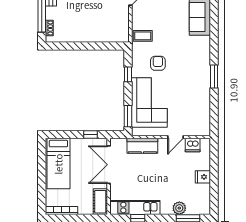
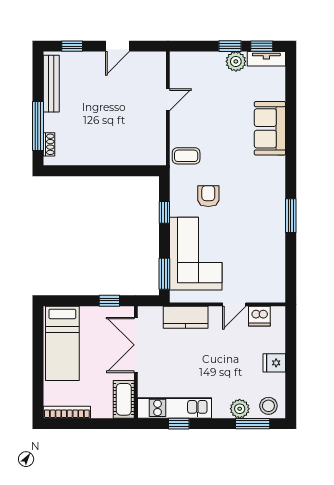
stool: (199, 206) -> (268, 406), added

